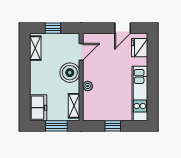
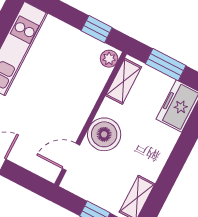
plant: (88, 86) -> (109, 59), moved
window: (113, 126) -> (97, 29), moved

